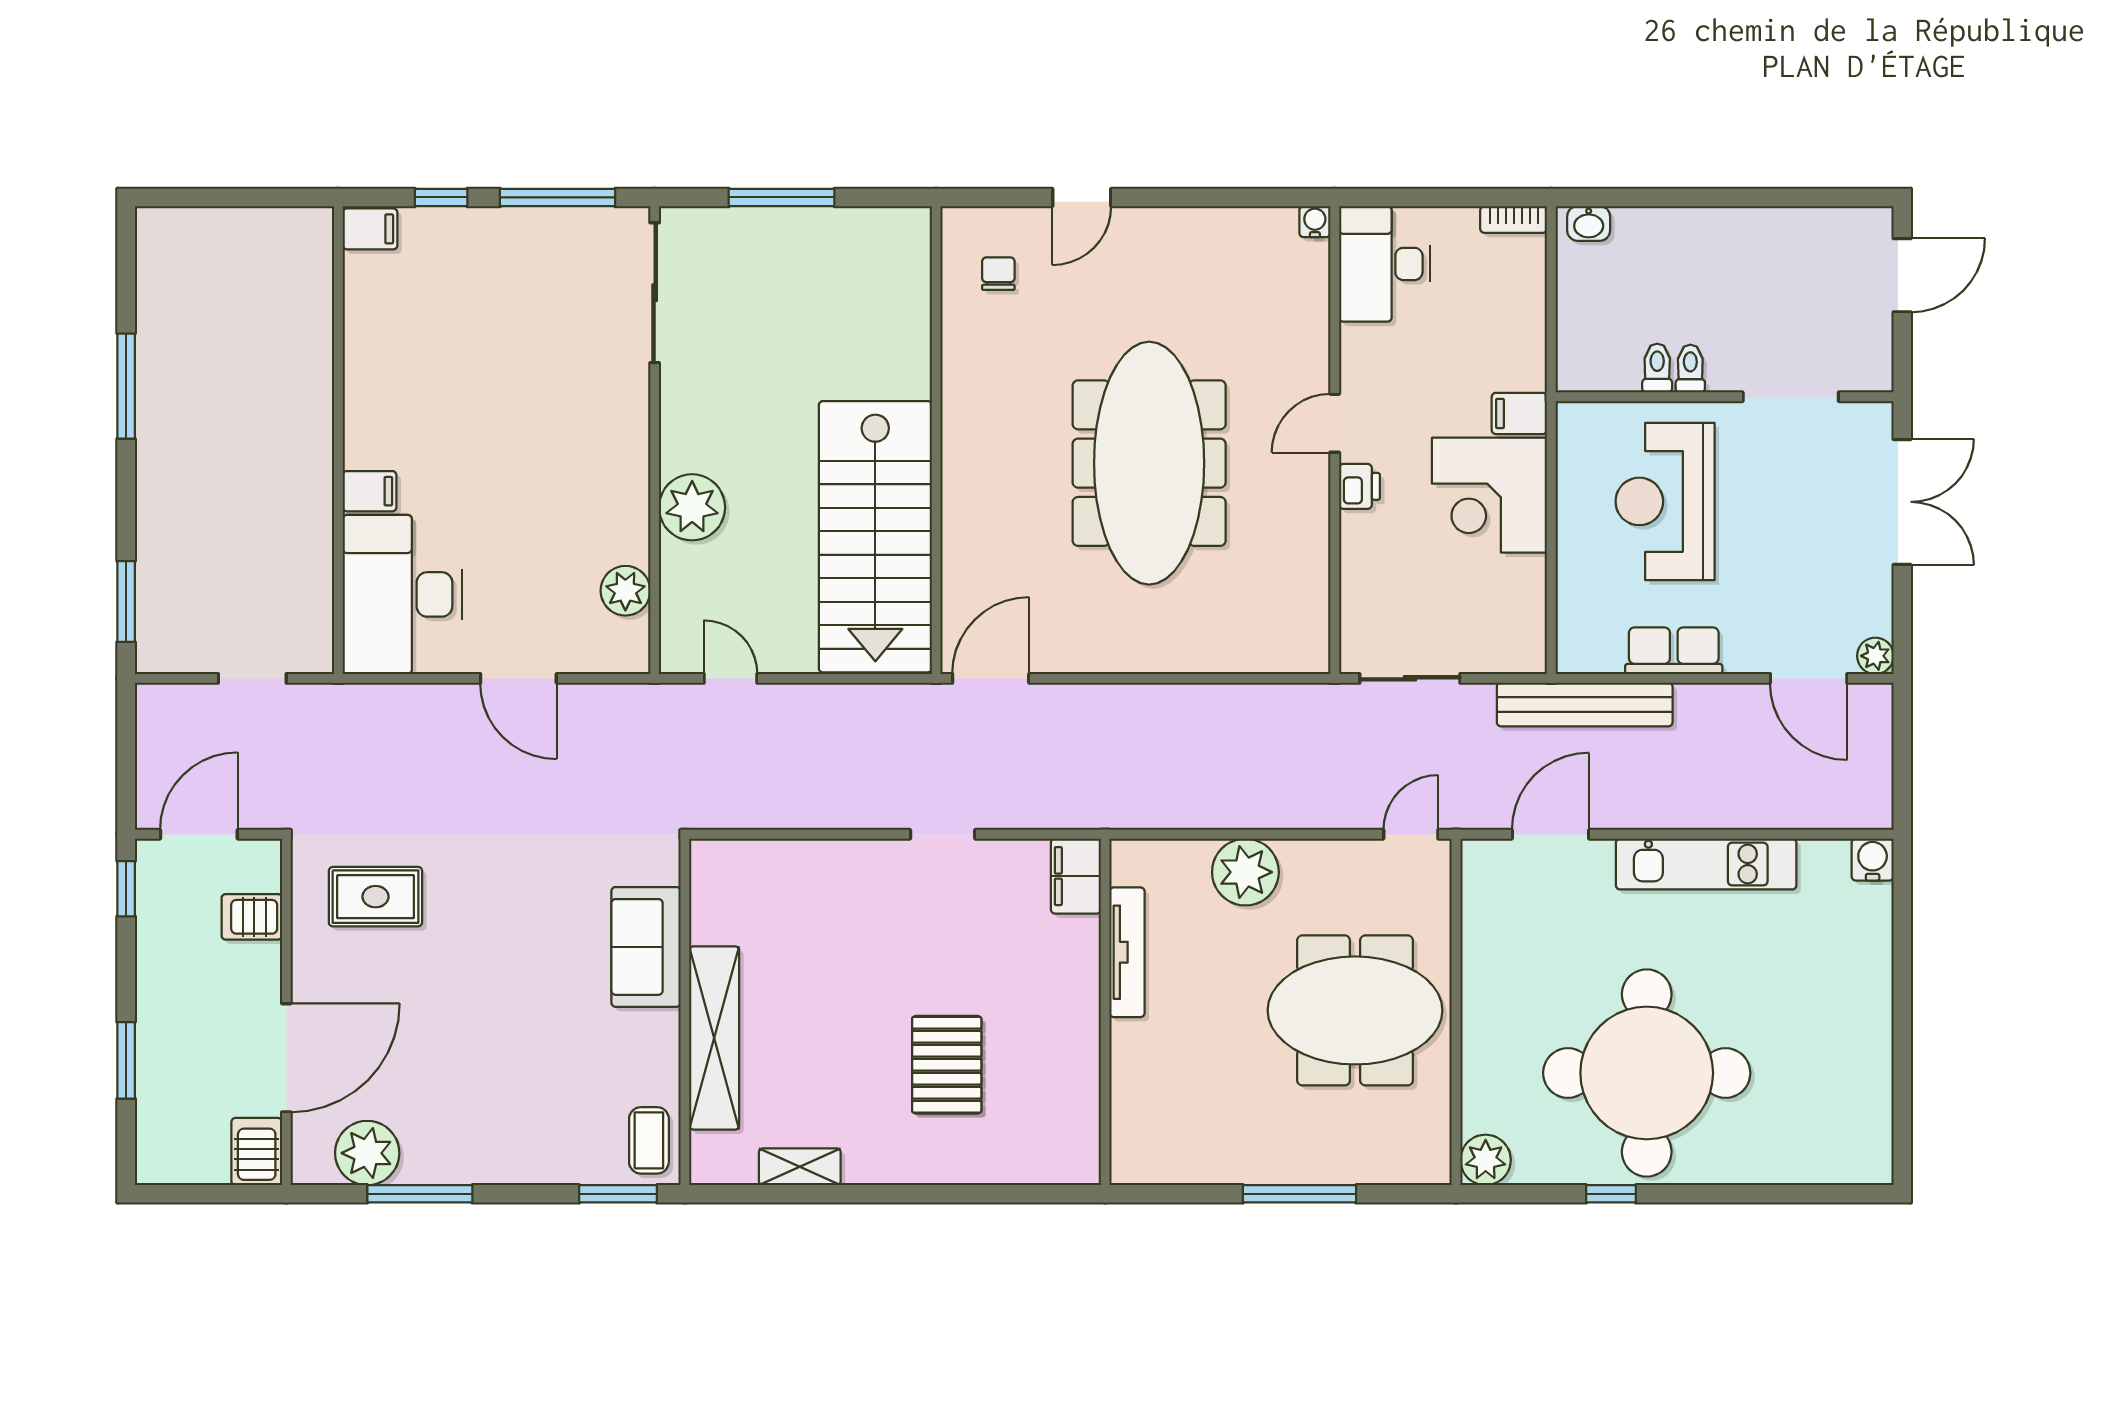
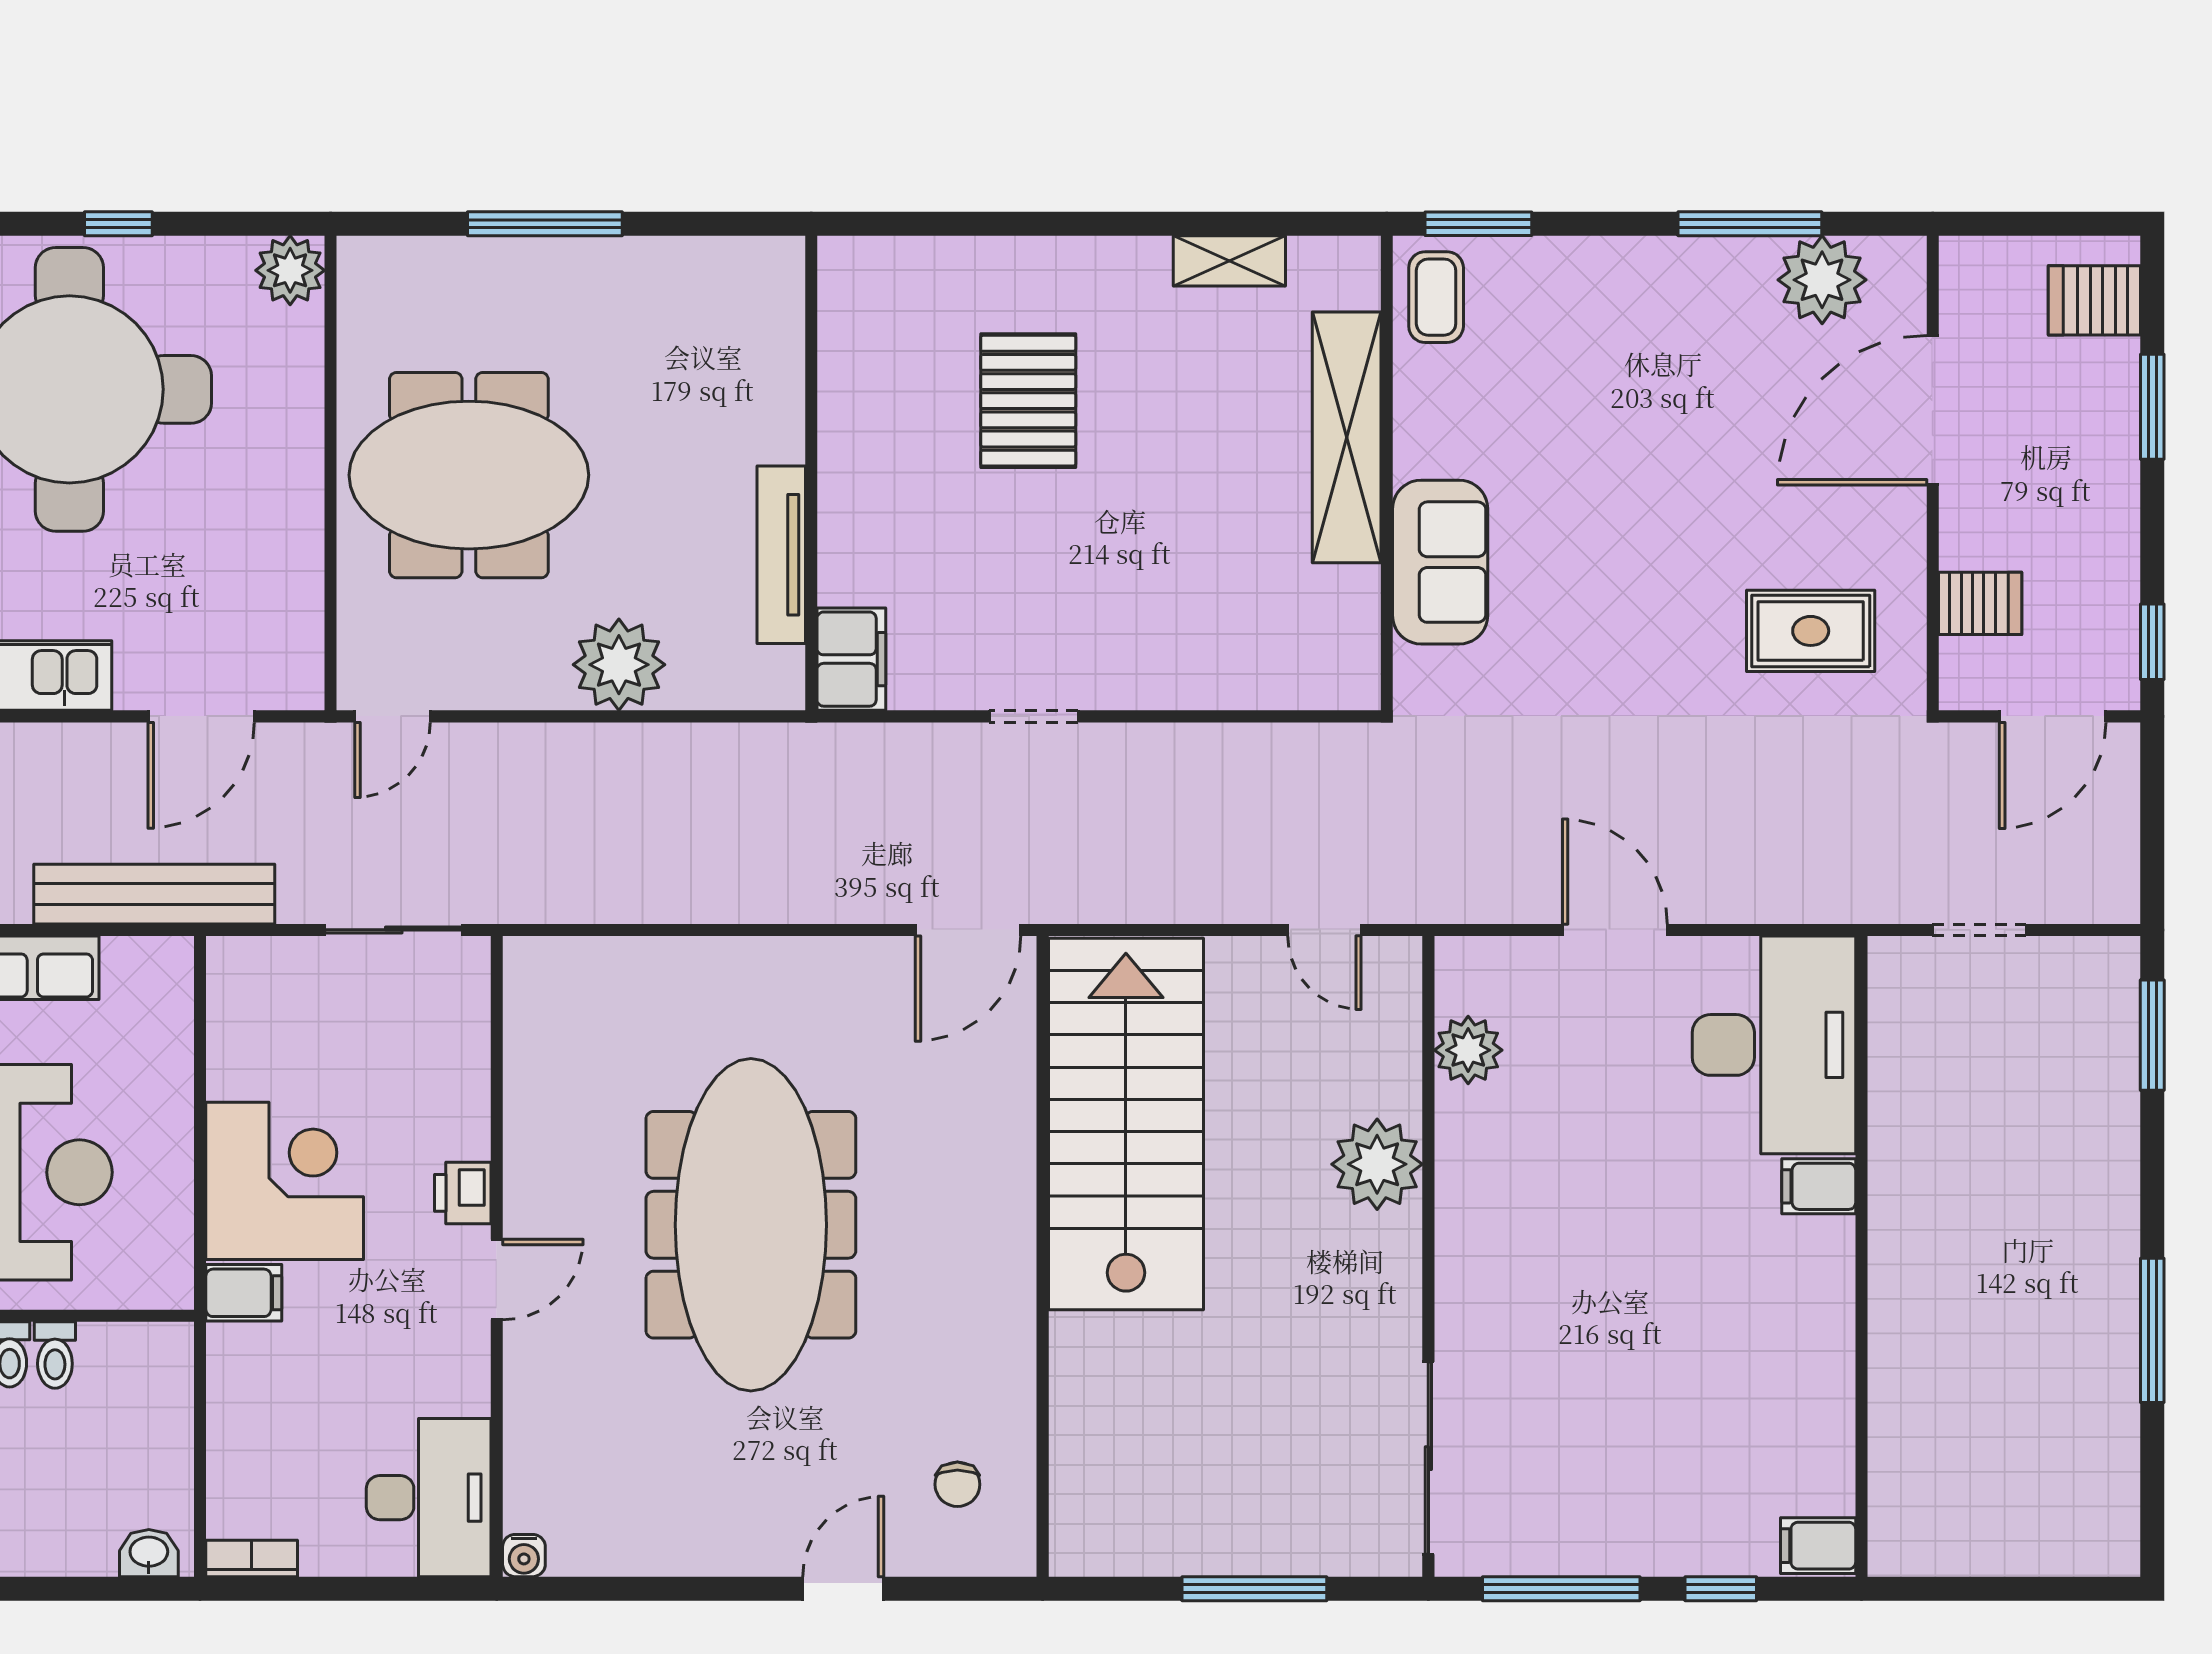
server rack: (257, 1152) -> (2094, 300), moved, turned 90

